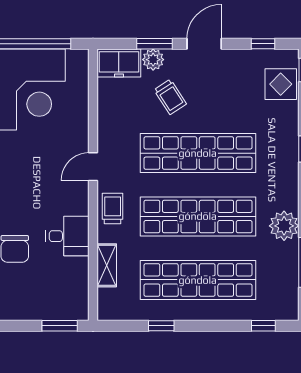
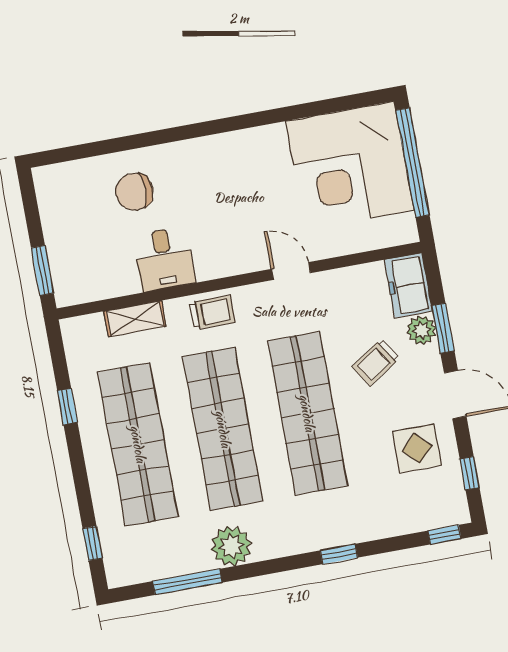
display table: (281, 84) -> (417, 448), moved
door: (93, 167) -> (291, 271), moved

